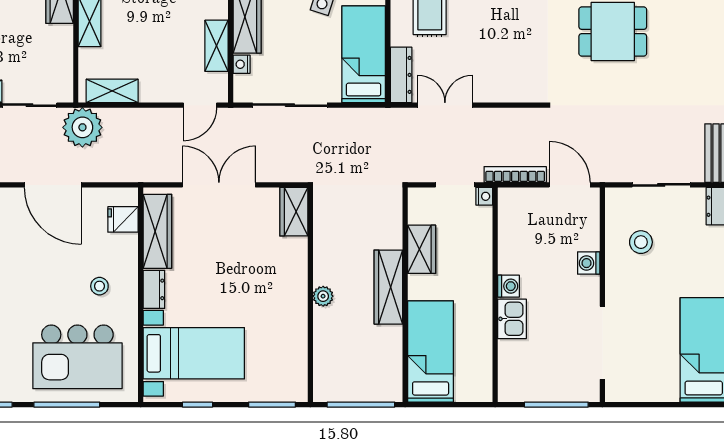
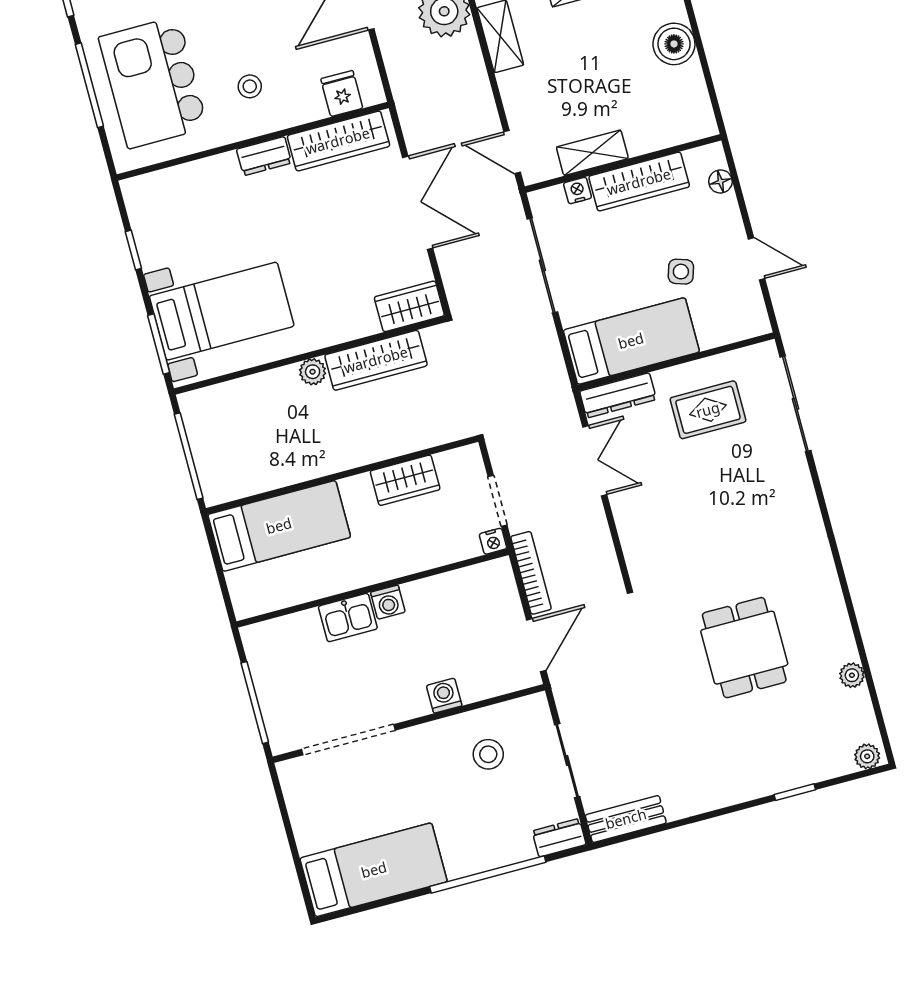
wardrobe: (388, 287) -> (376, 360), moved, turned 180
bed with nightstands: (194, 353) -> (222, 311), moved, turned -90

